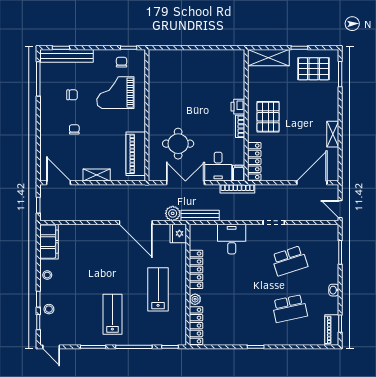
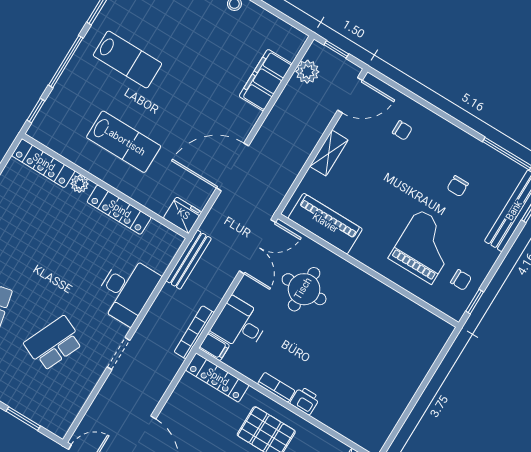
chair: (74, 129) -> (402, 130), moved
double door: (185, 183) -> (258, 247), moved
plant: (173, 213) -> (307, 72), moved
desk: (232, 239) -> (127, 290), width x1.37
filing cabinet: (49, 242) -> (266, 80), moved, turned 90
school desk: (290, 261) -> (54, 343), turned 42

